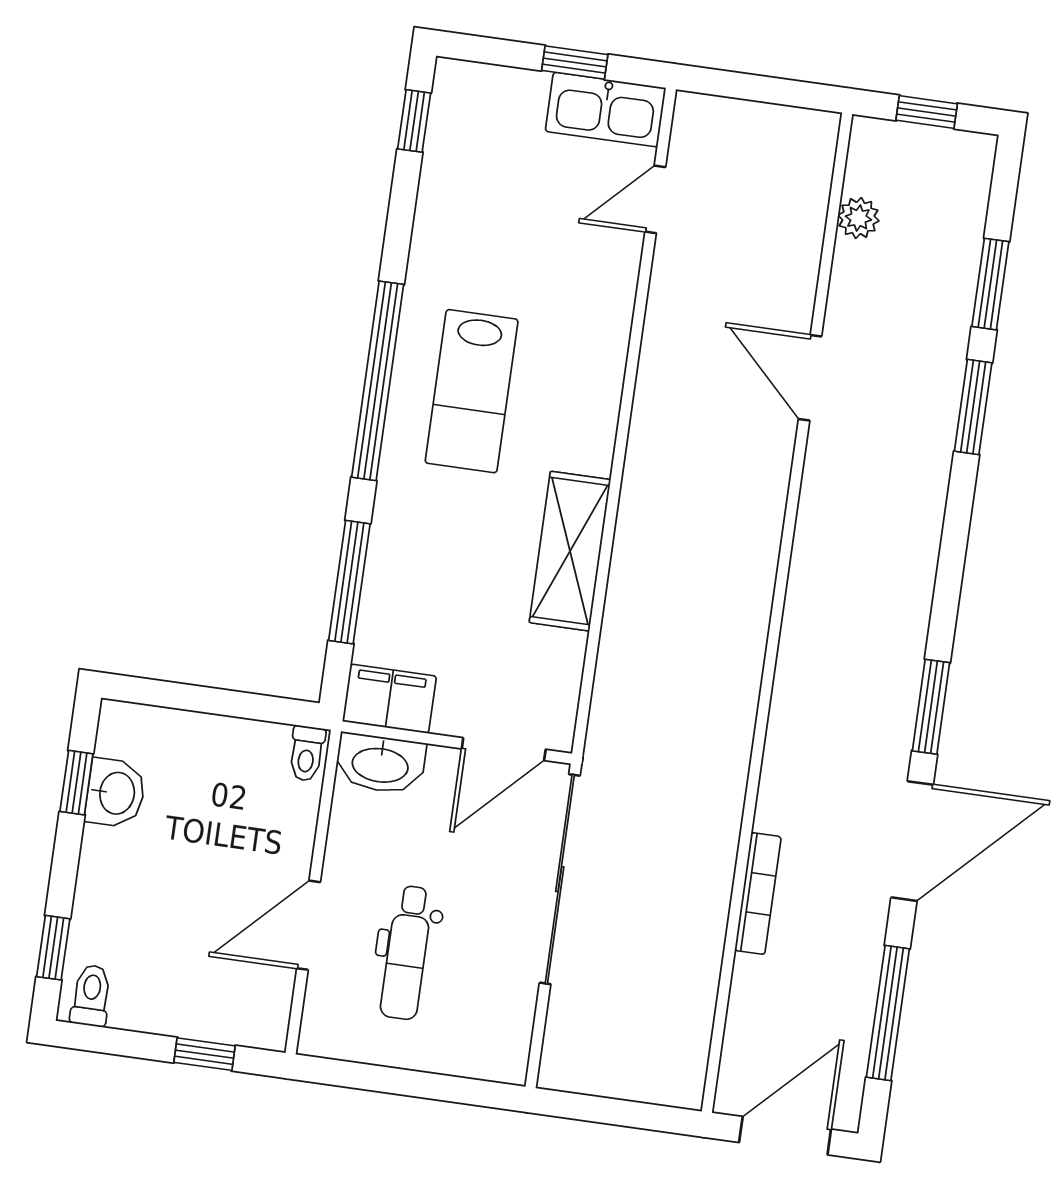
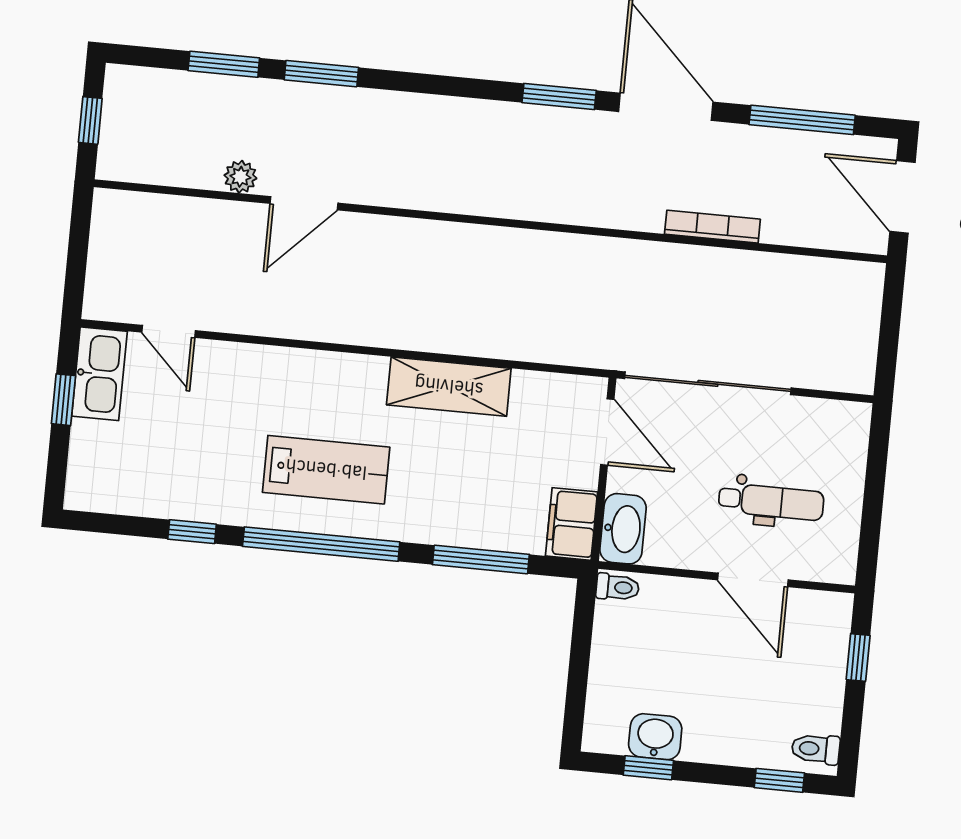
window: (414, 121) -> (192, 532), moved
plant: (858, 218) -> (240, 177), moved

